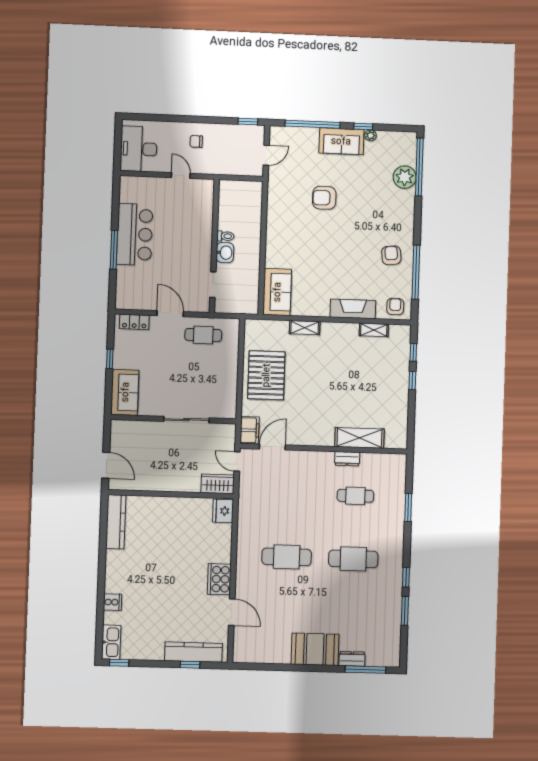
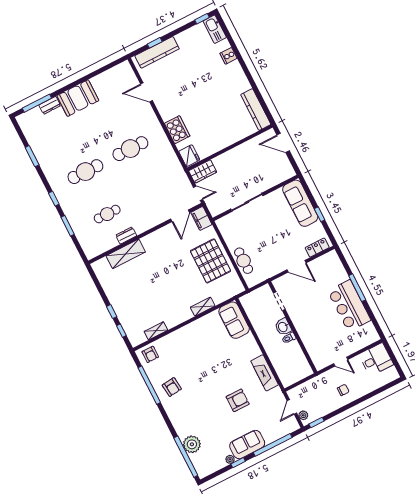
plant: (258, 138) -> (303, 415), added
desk: (139, 149) -> (376, 359), width x0.73
fireplace: (353, 309) -> (265, 373), moved, turned 90
cafe table: (203, 335) -> (244, 261), moved, turned 90
sofa: (125, 392) -> (300, 203), width x1.36
window: (406, 577) -> (54, 199), moved
cooker: (219, 579) -> (177, 130), moved

